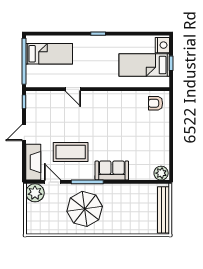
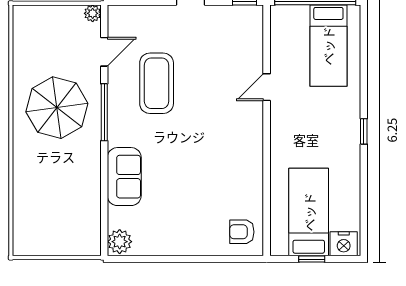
armchair: (155, 103) -> (242, 232), turned -90
fireplace: (33, 162) -> (139, 18), removed
sofa: (112, 170) -> (124, 177), moved
plant: (35, 193) -> (93, 13), width x0.53, depth x0.53
bench: (164, 210) -> (55, 246), removed

